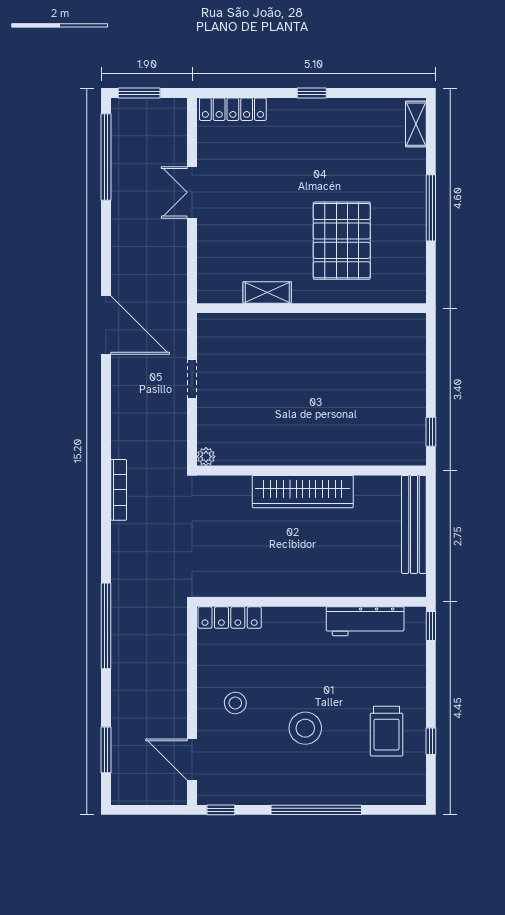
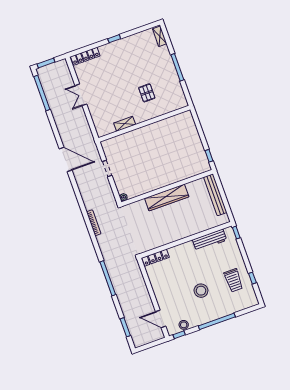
pallet: (342, 241) -> (147, 93), width x0.49, depth x0.50
stool: (235, 703) -> (184, 325), moved

